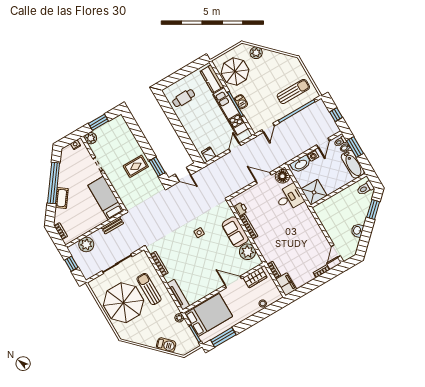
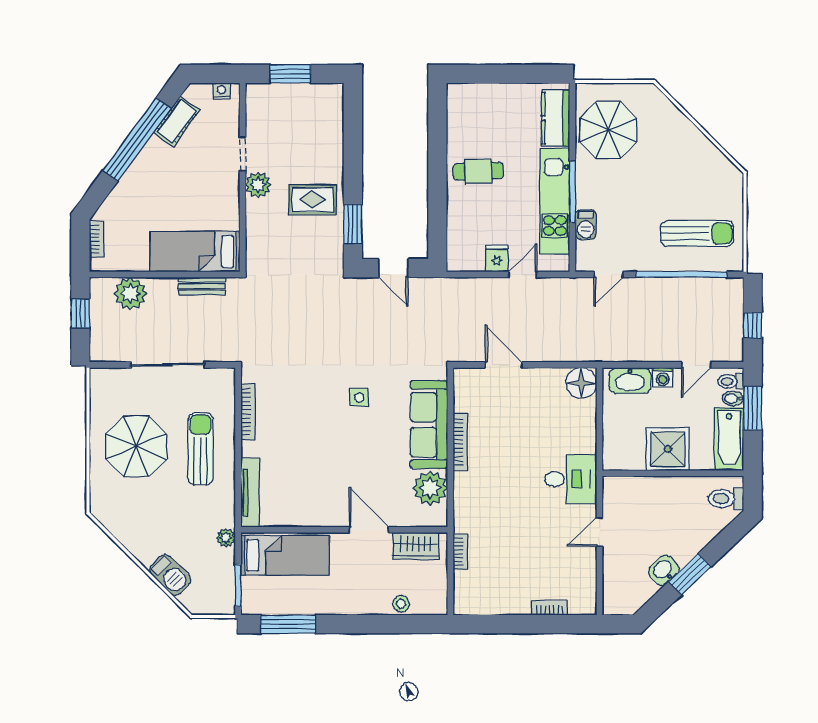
plant: (256, 53) -> (670, 118), removed
cafe table: (184, 98) -> (478, 171), moved
barbecue: (241, 102) -> (586, 225), moved
plant: (91, 138) -> (258, 185), moved
fridge: (209, 154) -> (497, 258), moved
door: (263, 178) -> (504, 365), moved
shower: (314, 192) -> (668, 449), moved
cot: (62, 198) -> (177, 121), moved
bed: (106, 198) -> (195, 252), moved, turned -90
desk: (289, 198) -> (571, 479), moved
printer: (241, 209) -> (465, 399), removed
window: (373, 209) -> (690, 574), moved
sofa: (235, 232) -> (429, 425), width x1.36
door: (336, 251) -> (600, 532), moved
filing cabinet: (286, 284) -> (468, 593), removed
parasol: (123, 303) -> (136, 446), width x0.73, depth x0.73
bed: (209, 315) -> (285, 555), width x0.67

